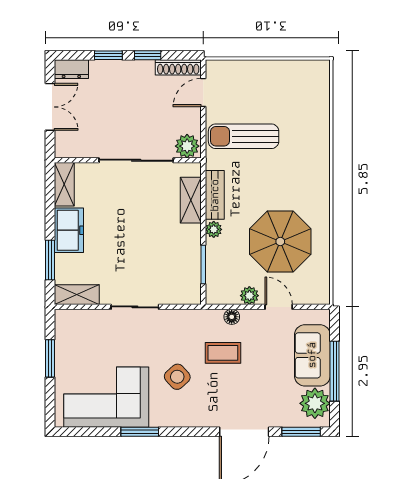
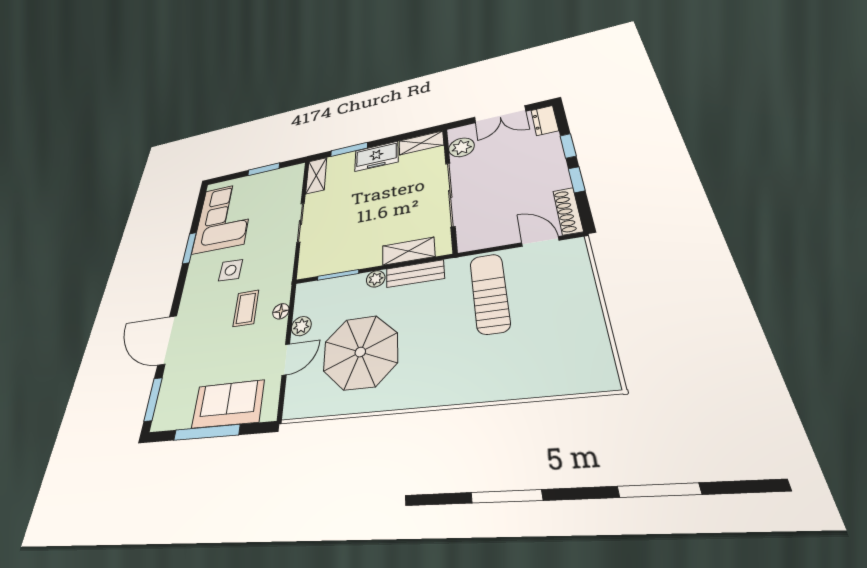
plant: (187, 146) -> (461, 147), moved
side table: (177, 377) -> (231, 270), turned 45
plant: (315, 403) -> (178, 412), removed

